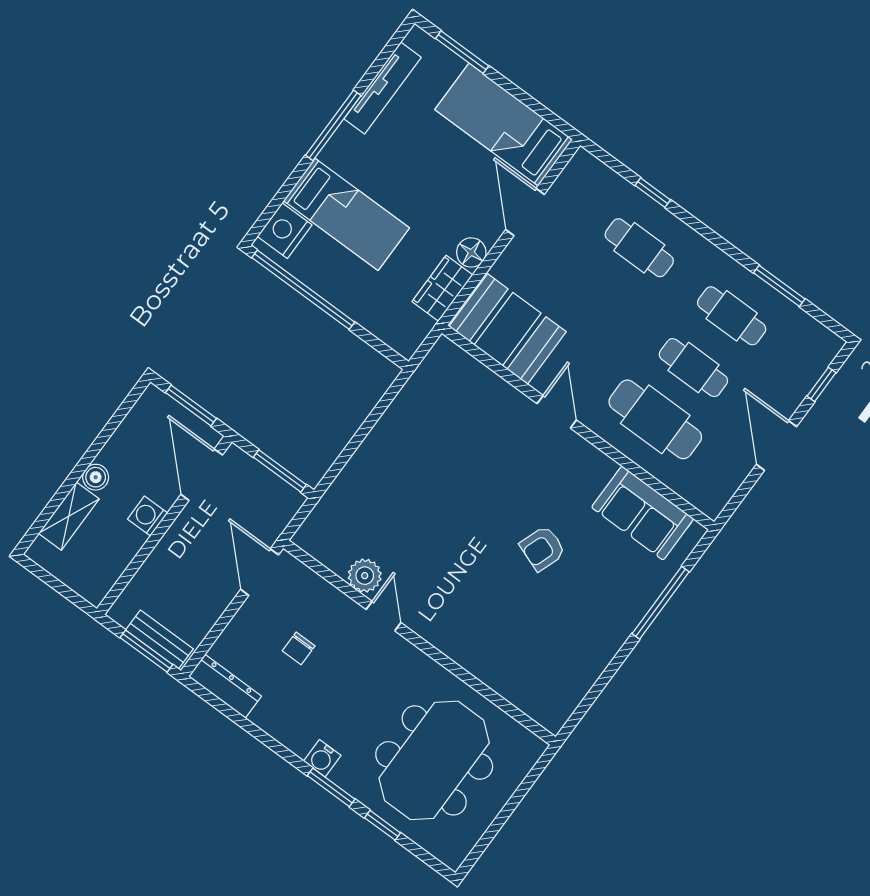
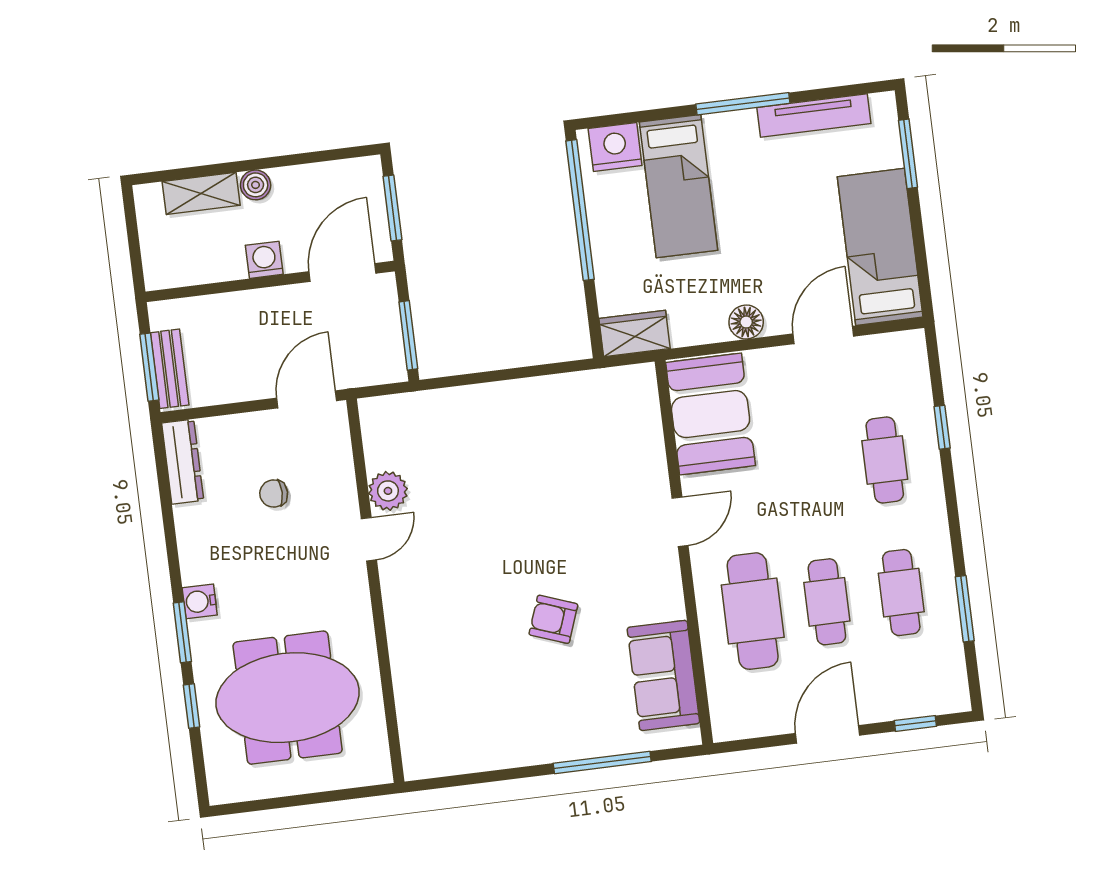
wardrobe: (442, 288) -> (635, 334), moved

